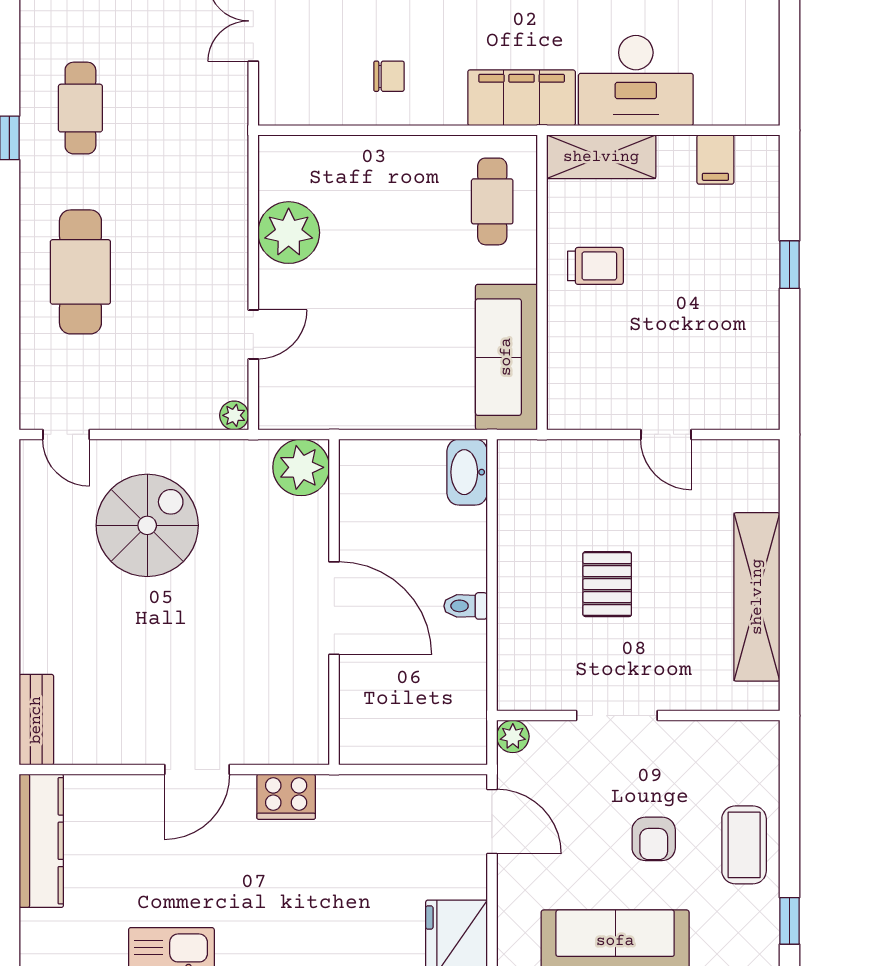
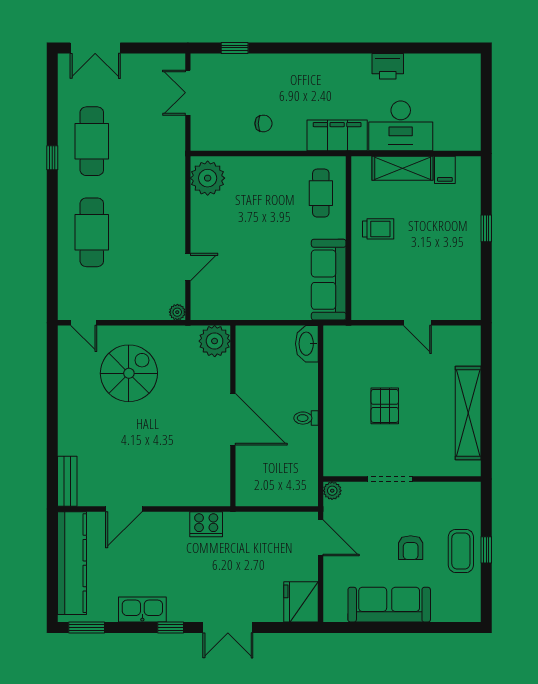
cafe table: (80, 108) -> (92, 141), width x1.37, depth x1.35
shelving: (601, 157) -> (403, 168), moved
plant: (289, 233) -> (208, 178), moved
door: (197, 770) -> (124, 509), moved
kitchen counter: (41, 841) -> (72, 563), width x1.39, depth x1.17
window: (790, 921) -> (486, 550), moved

